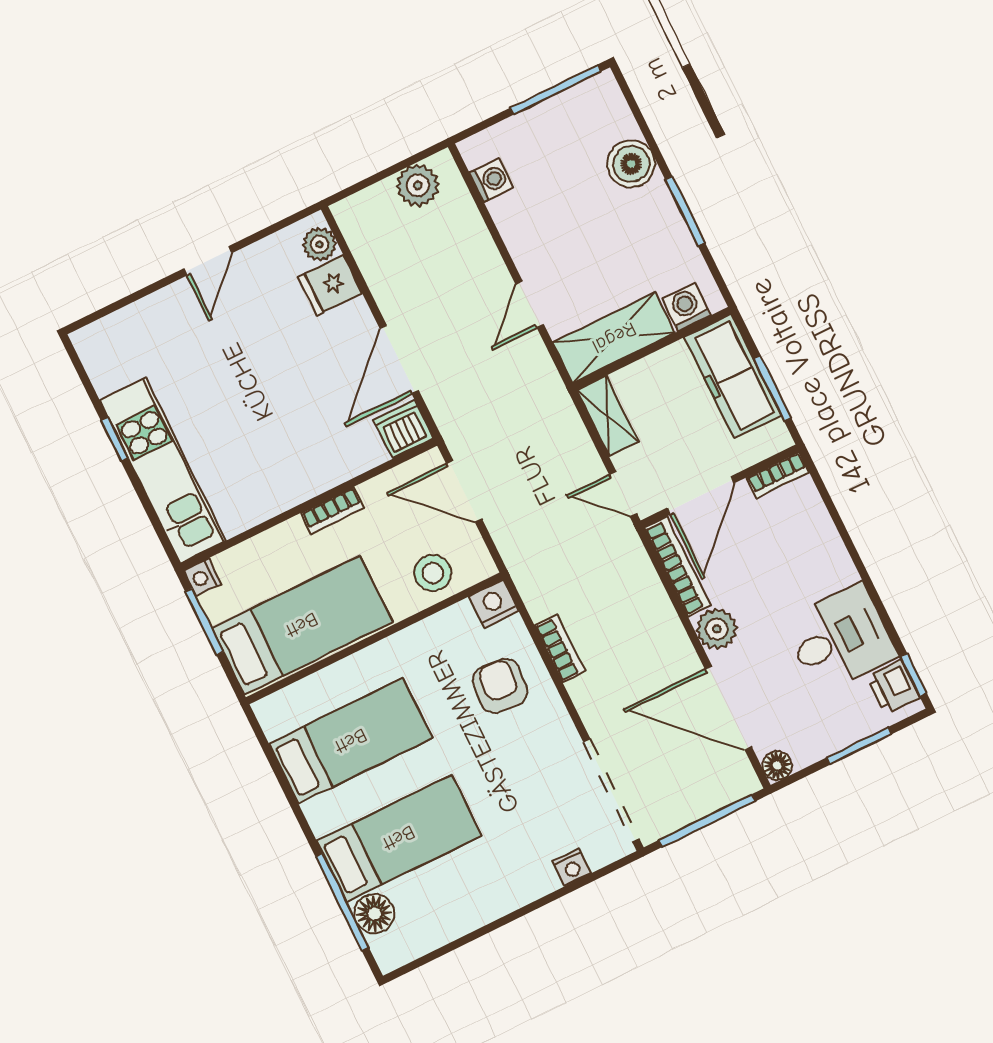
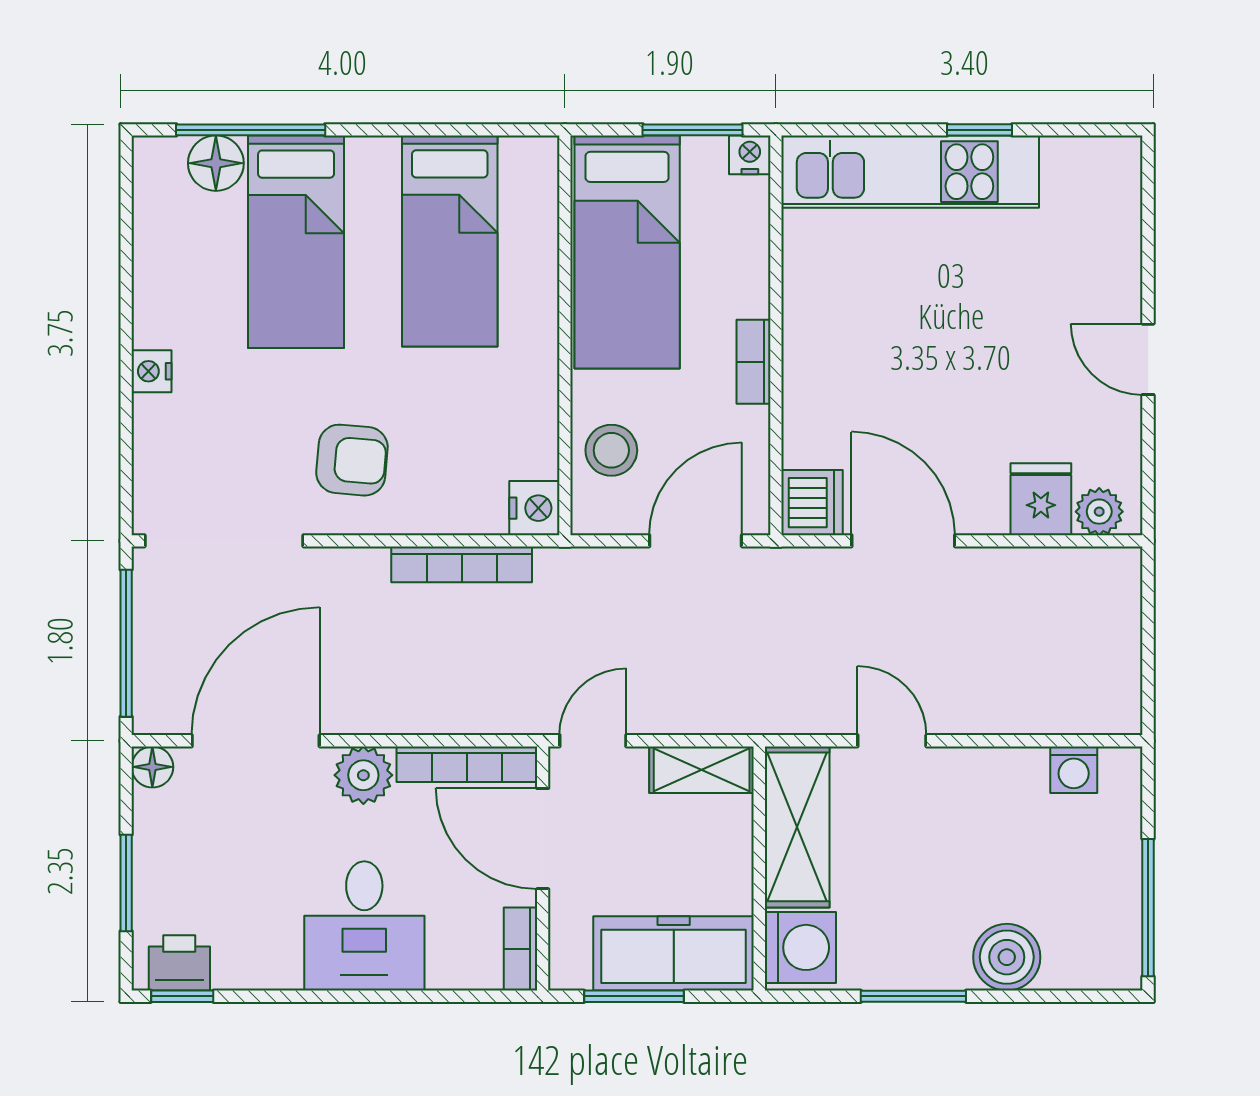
plant: (418, 185) -> (1113, 673), removed
washing machine: (686, 307) -> (800, 947), width x1.38, depth x1.38
desk: (840, 638) -> (364, 926), moved
bookcase: (560, 648) -> (462, 564), width x1.56
armchair: (500, 686) -> (352, 460), moved
nightstand: (572, 867) -> (152, 371), moved

